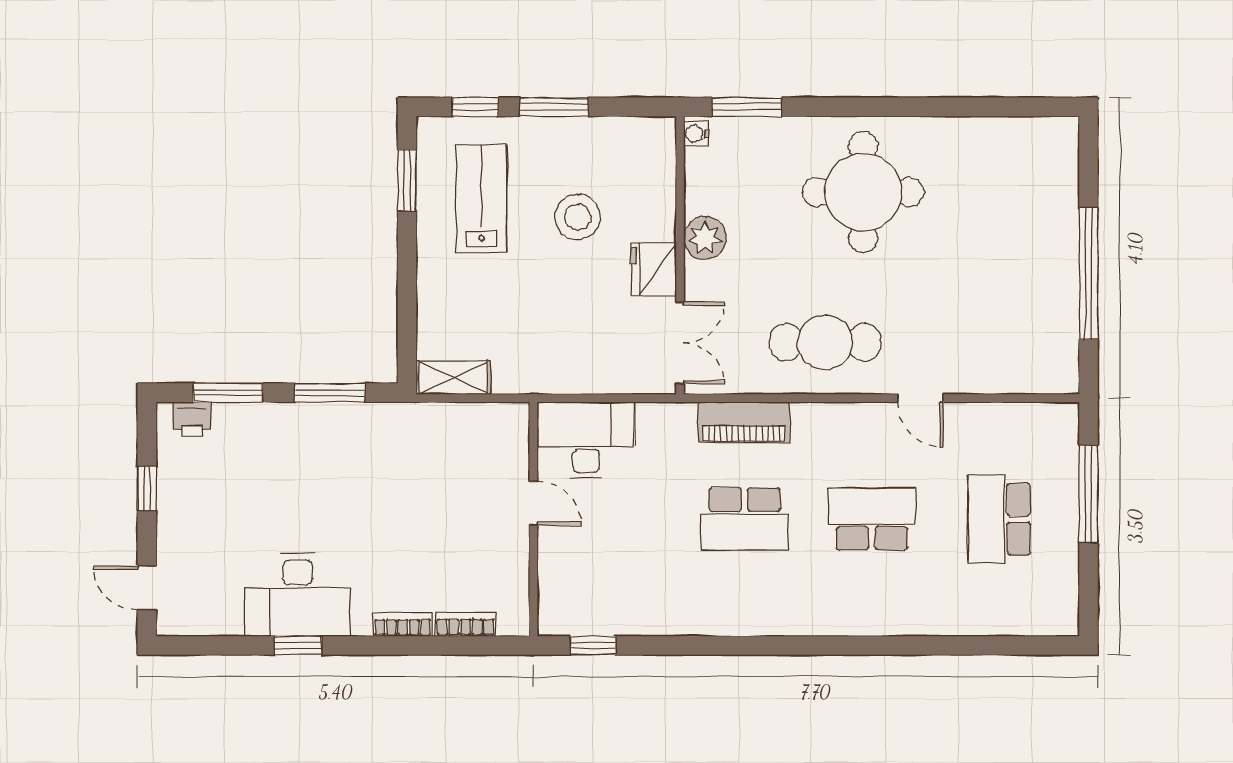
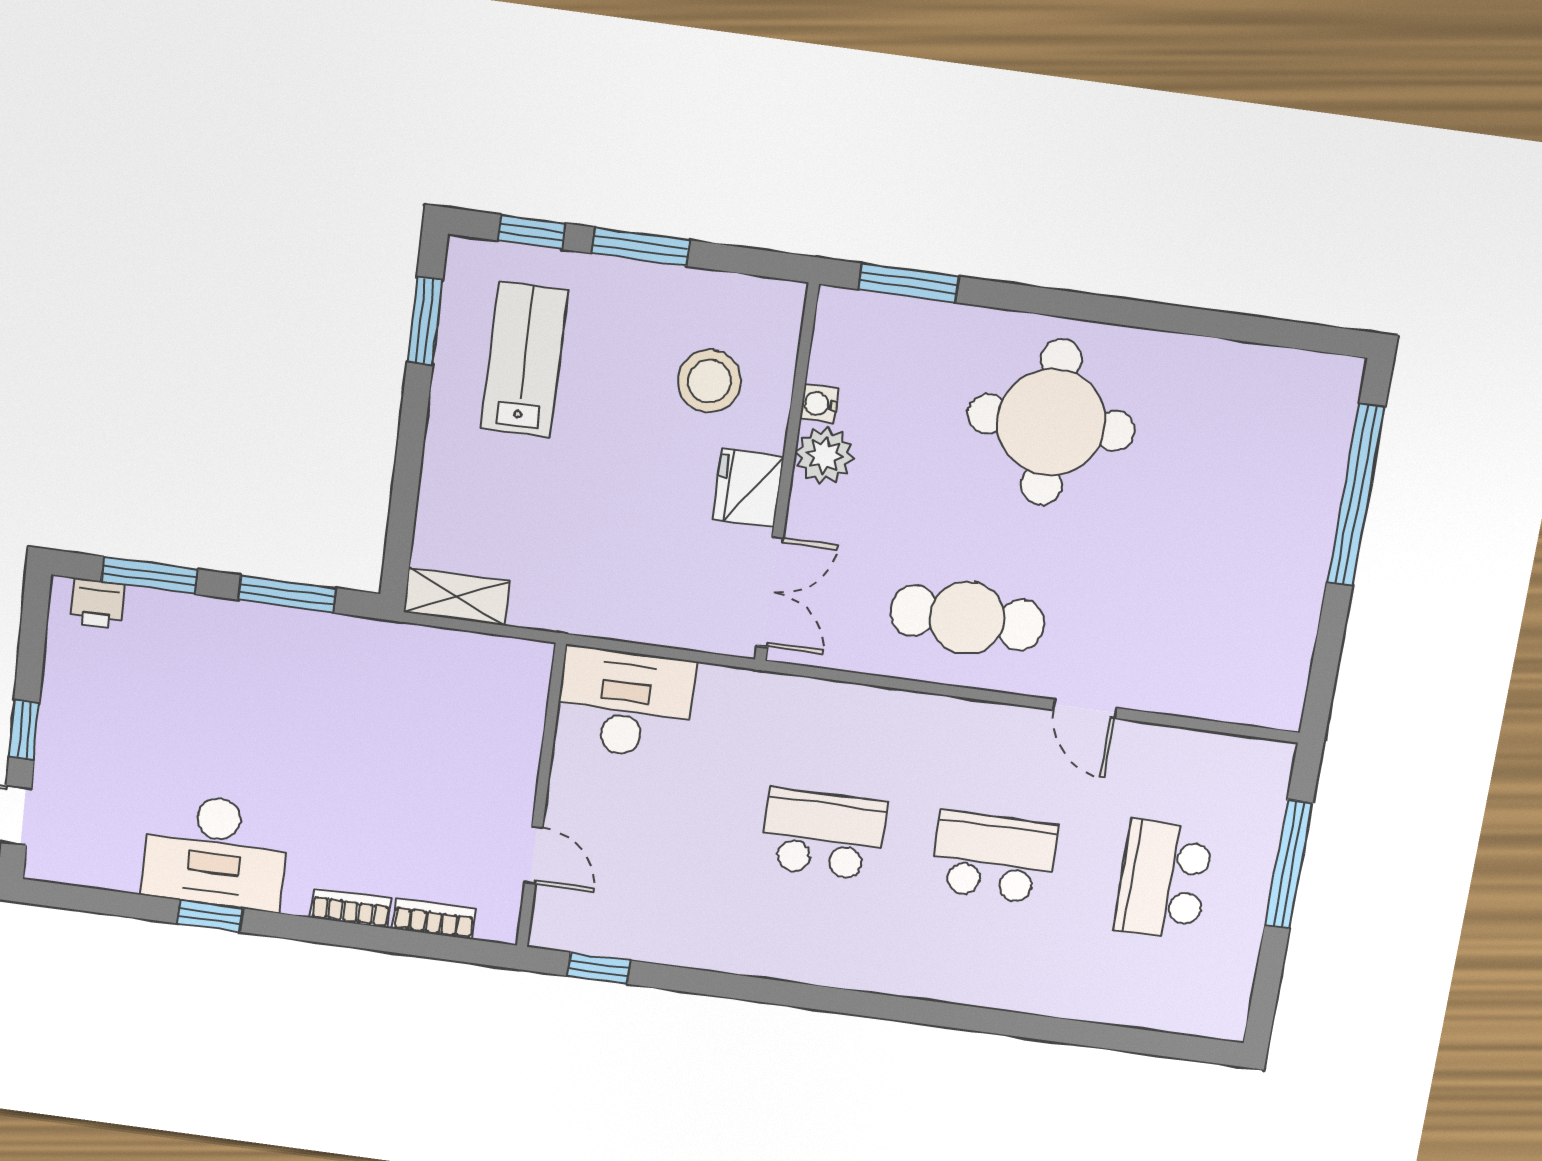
water cooler: (696, 134) -> (819, 404), moved
stool: (578, 217) -> (709, 381), moved
window: (1088, 273) -> (1356, 495), moved
piano: (744, 422) -> (841, 708), removed
window: (147, 488) -> (24, 730), moved
door: (533, 503) -> (534, 855), moved
school desk: (744, 519) -> (823, 834), turned 180

